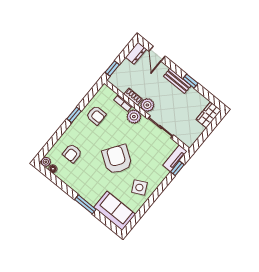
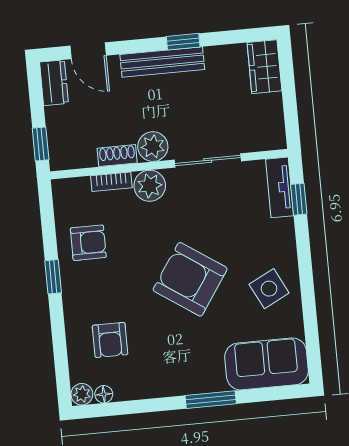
bench: (177, 81) -> (162, 62), width x1.36

